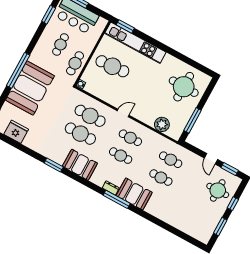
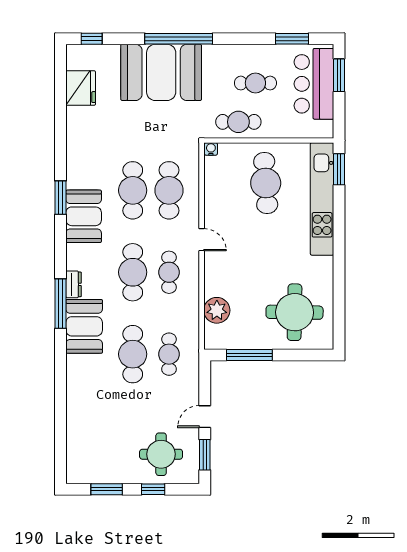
cafe table: (121, 156) -> (133, 272), width x1.37, depth x1.35
window: (54, 165) -> (61, 198), moved
cafe table: (161, 178) -> (133, 354), width x1.37, depth x1.35

